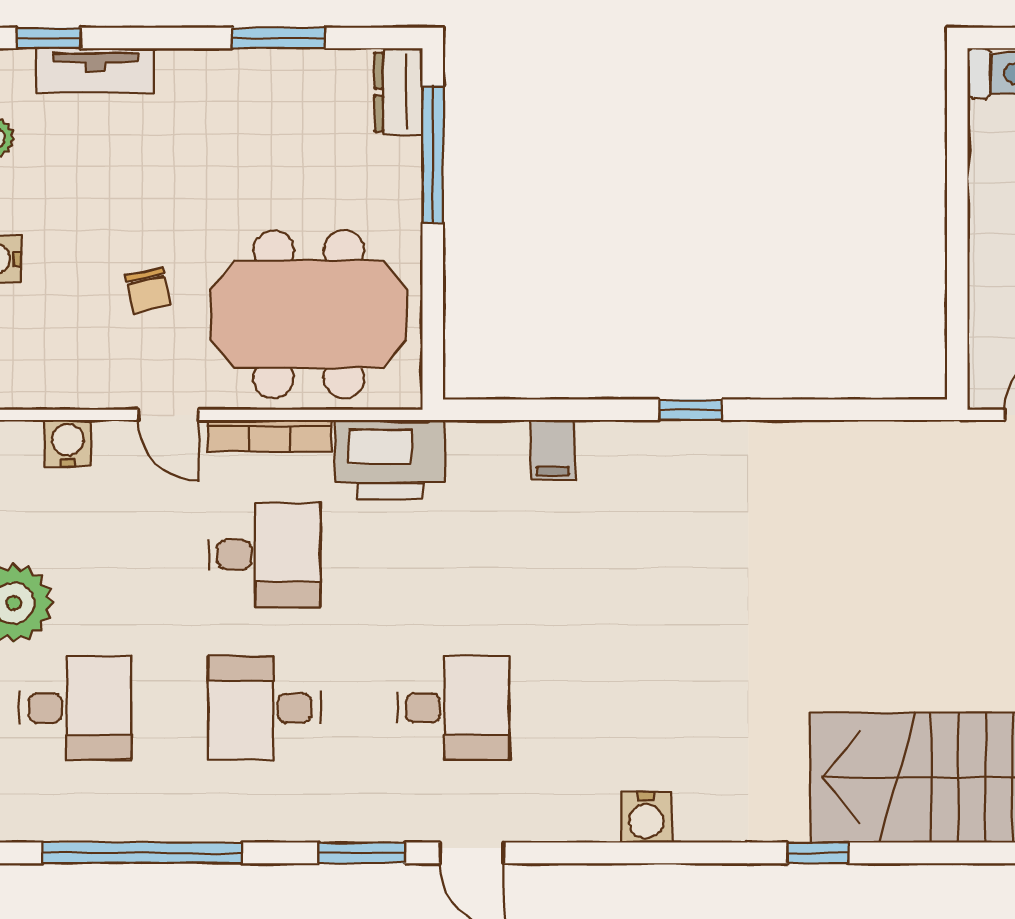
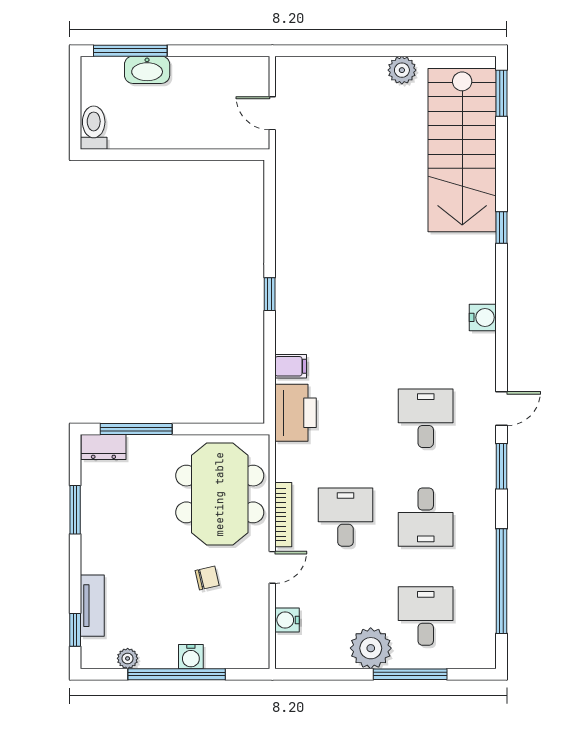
printer: (390, 459) -> (296, 413), moved

